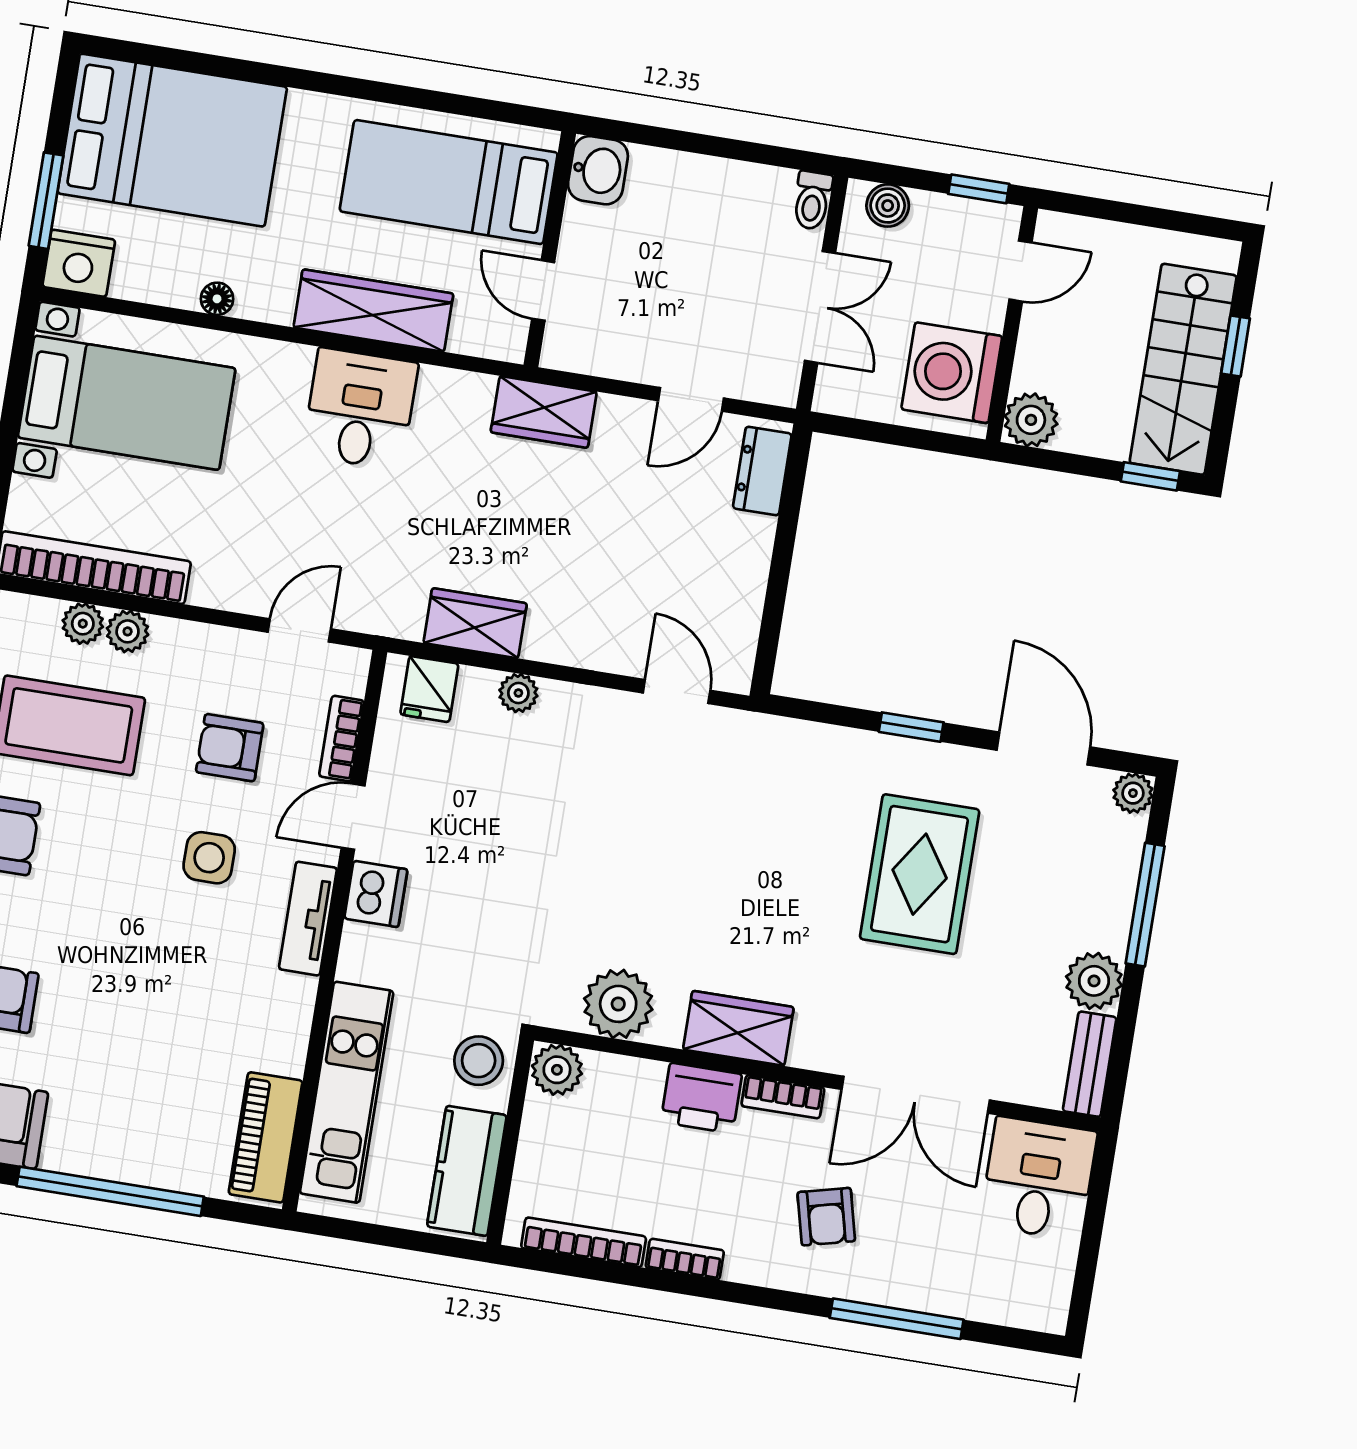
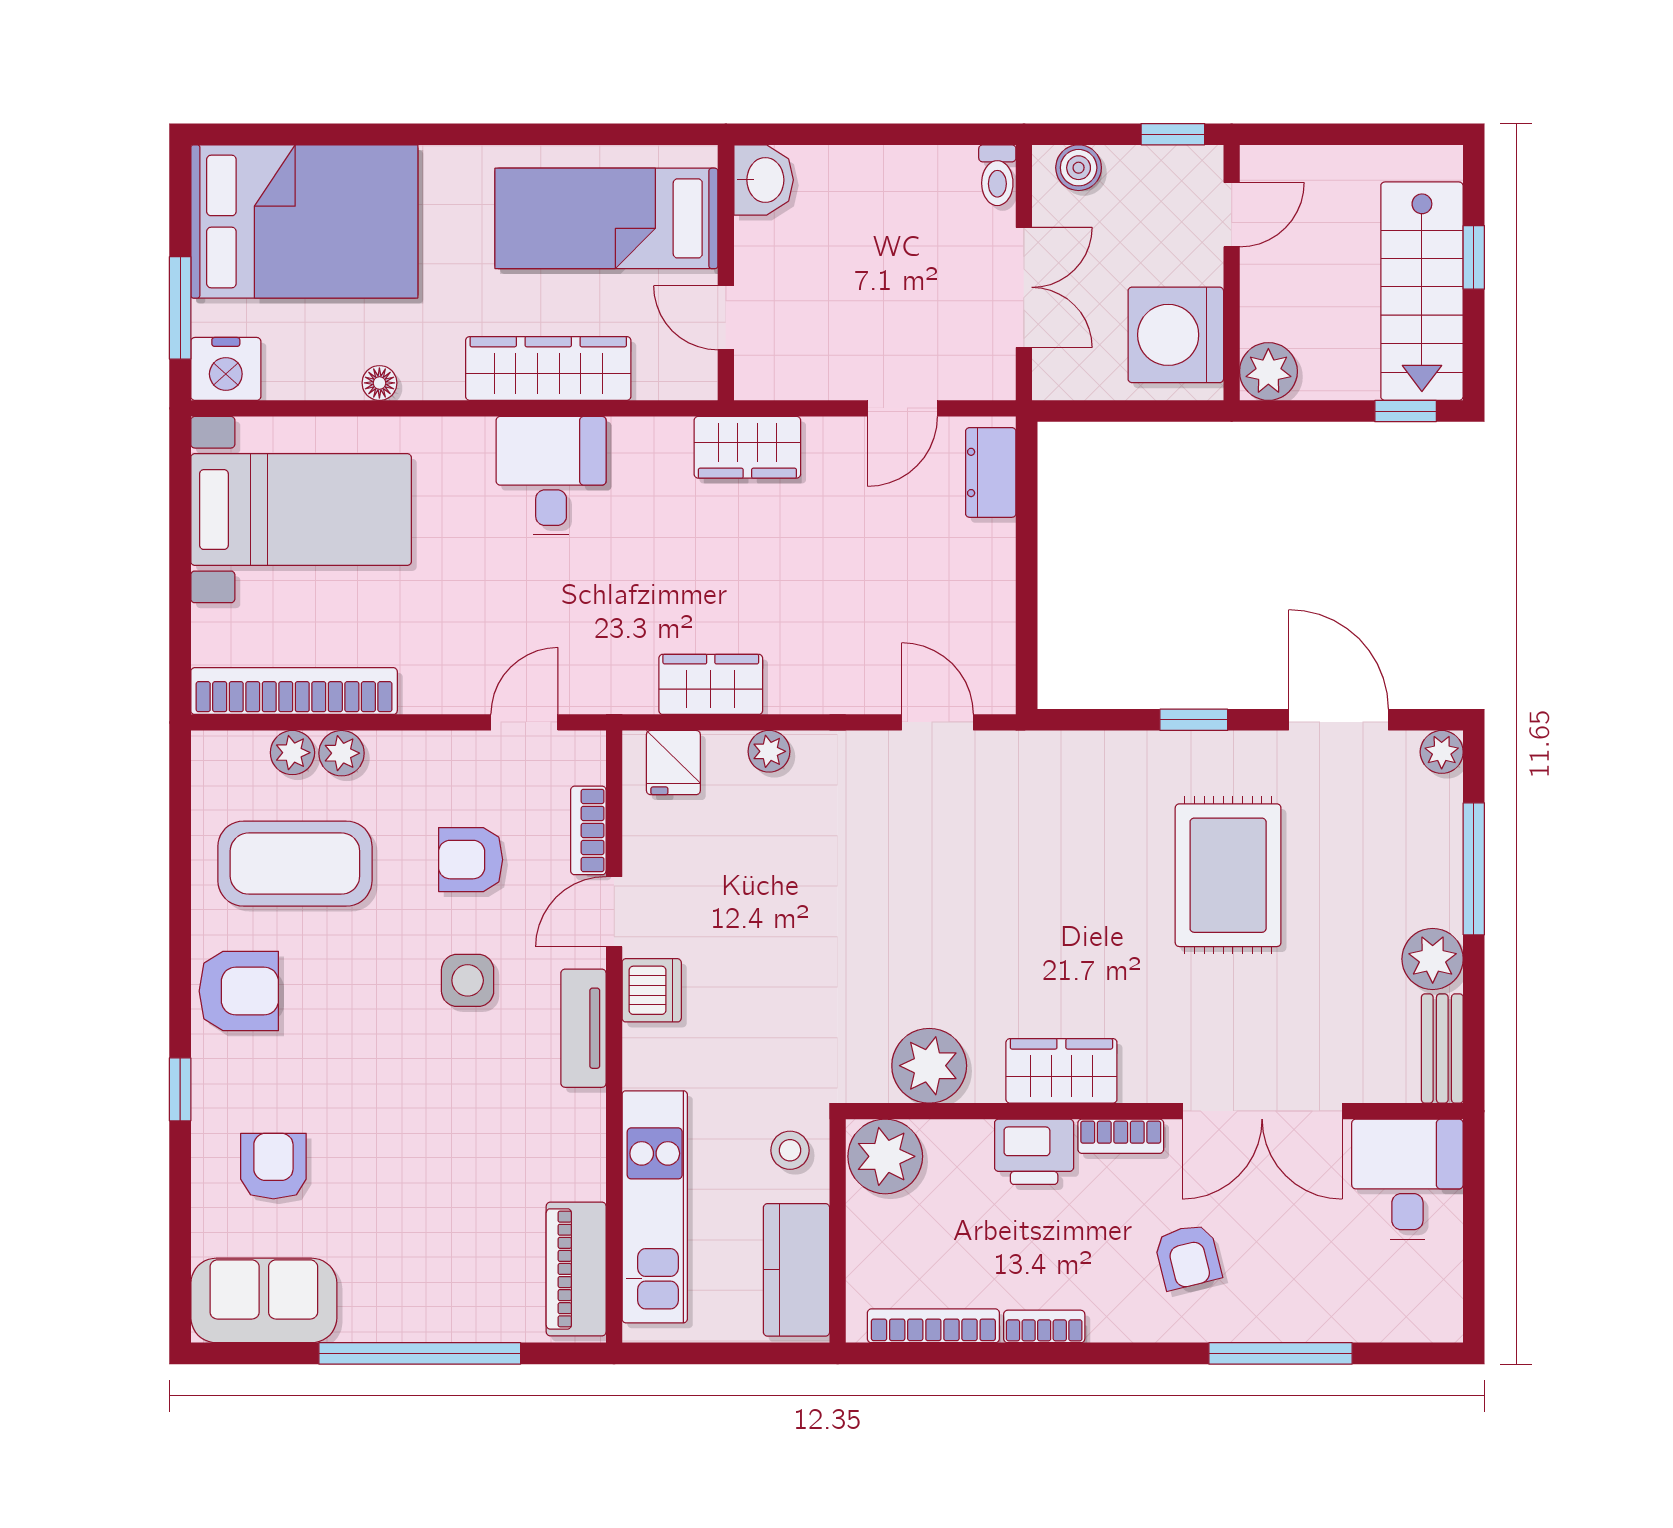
stool: (479, 1061) -> (790, 1150), width x0.73, depth x0.73
plant: (557, 1070) -> (885, 1156), width x1.36, depth x1.36

